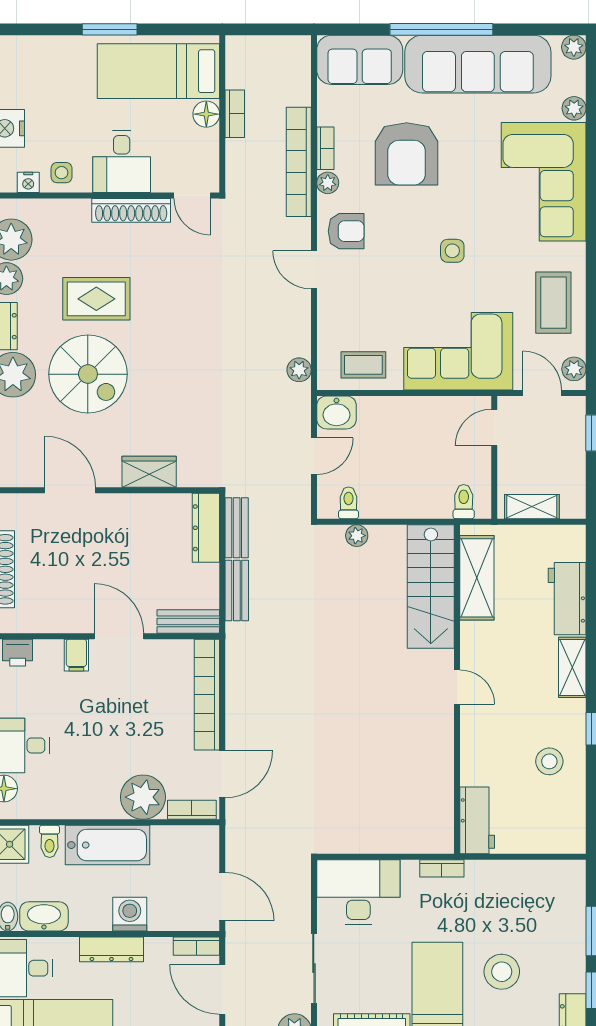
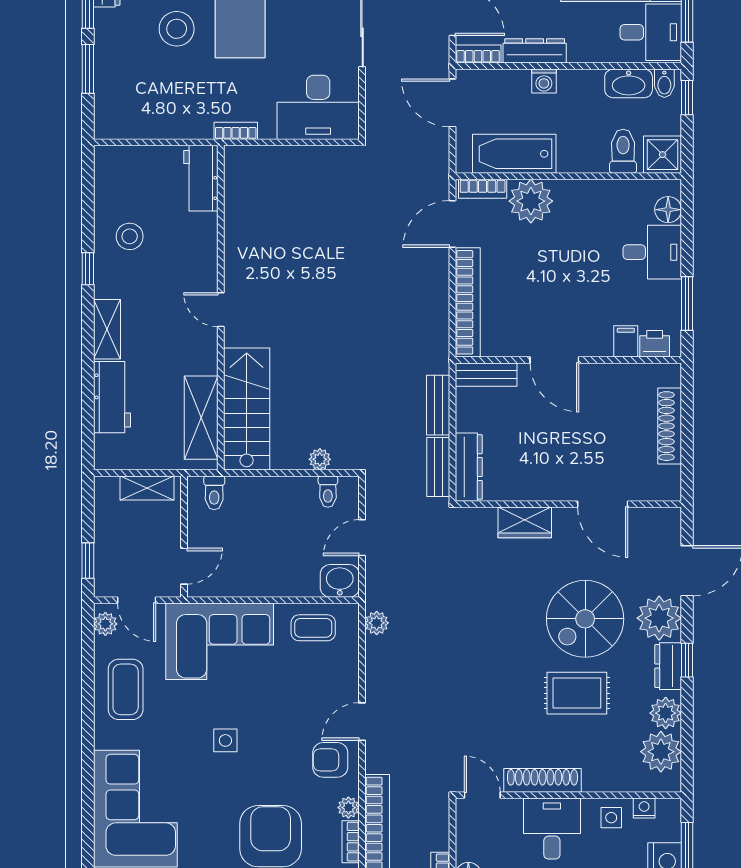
door: (314, 270) -> (362, 722), swing flipped
spiral stairs: (88, 374) -> (585, 619), turned -90
filing cabinet: (76, 655) -> (626, 341), moved
toilet: (50, 841) -> (623, 151), width x1.37, depth x1.39
bathtub: (108, 845) -> (514, 154), moved
washing machine: (130, 914) -> (544, 81), width x0.73, depth x0.73
dresser: (111, 949) -> (535, 51), moved

